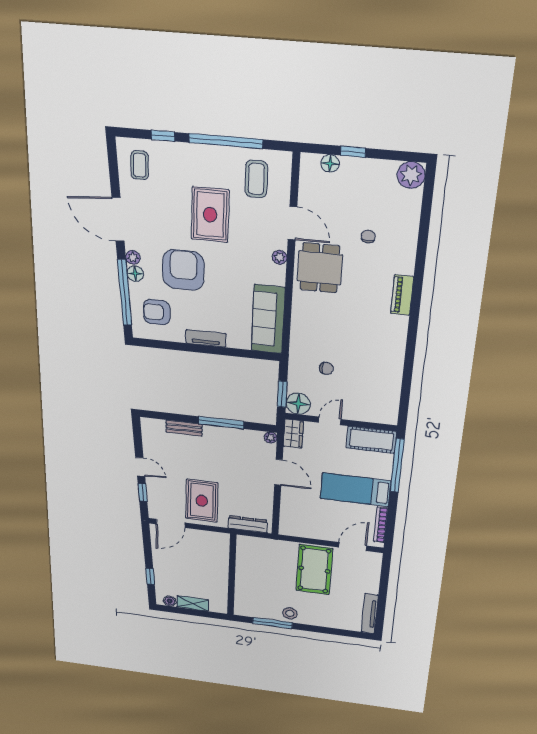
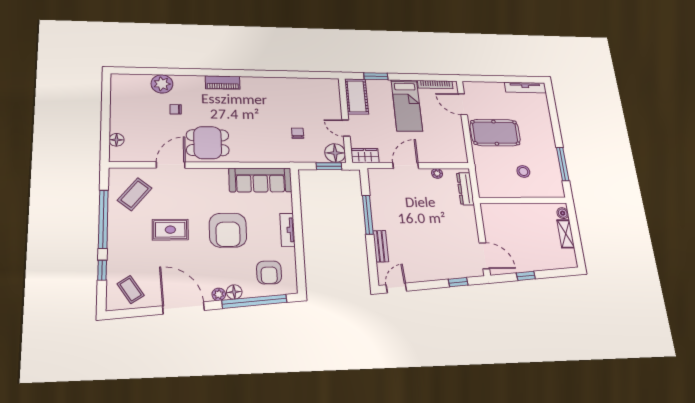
window: (353, 152) -> (105, 124), removed
coffee table: (140, 165) -> (131, 290), turned 57
plant: (411, 175) -> (162, 84), moved
coffee table: (256, 179) -> (135, 194), turned -51
rug: (210, 215) -> (170, 230), width x0.73, depth x0.70
door: (118, 219) -> (183, 308), swing flipped
plant: (280, 257) -> (202, 173), removed
armchair: (183, 270) -> (228, 230), moved, turned -90
plant: (271, 438) -> (437, 173), moved
window: (397, 466) -> (376, 76), width x0.47
door: (140, 467) -> (396, 288), moved
rug: (202, 501) -> (452, 229), removed
window: (150, 576) -> (526, 276), moved
boiler: (170, 601) -> (563, 213), moved
stool: (290, 613) -> (523, 171), moved

